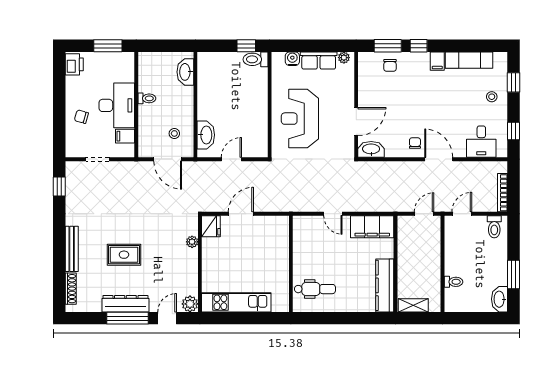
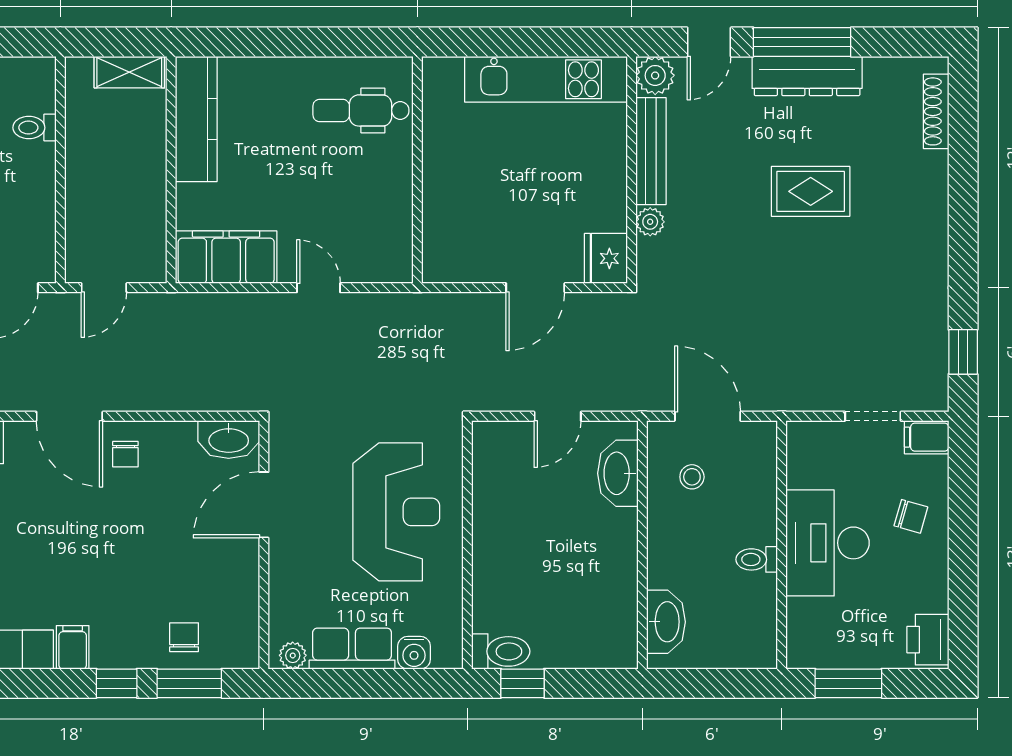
filing cabinet: (125, 136) -> (927, 437), moved, turned 180
bench: (72, 249) -> (651, 151), moved

